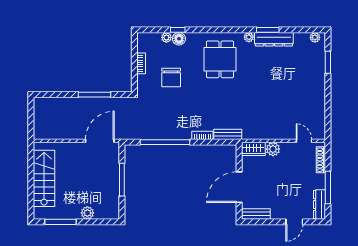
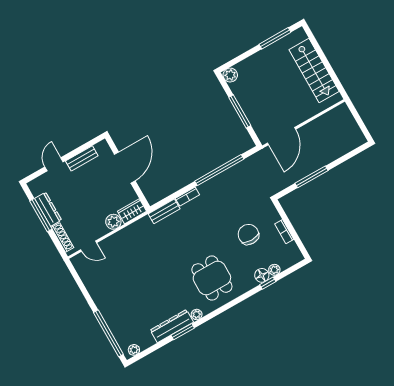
window: (328, 62) -> (108, 333), width x2.11
dresser: (319, 205) -> (48, 209), moved
plant: (87, 213) -> (230, 75), moved
bench: (256, 214) -> (82, 158), moved

